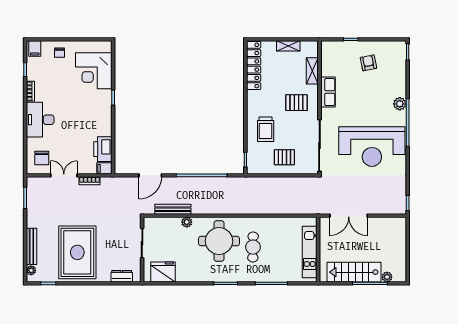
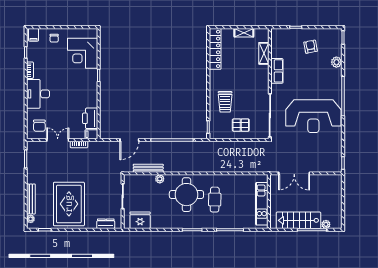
pallet: (296, 103) -> (251, 80), removed
plant: (400, 104) -> (336, 62), moved

